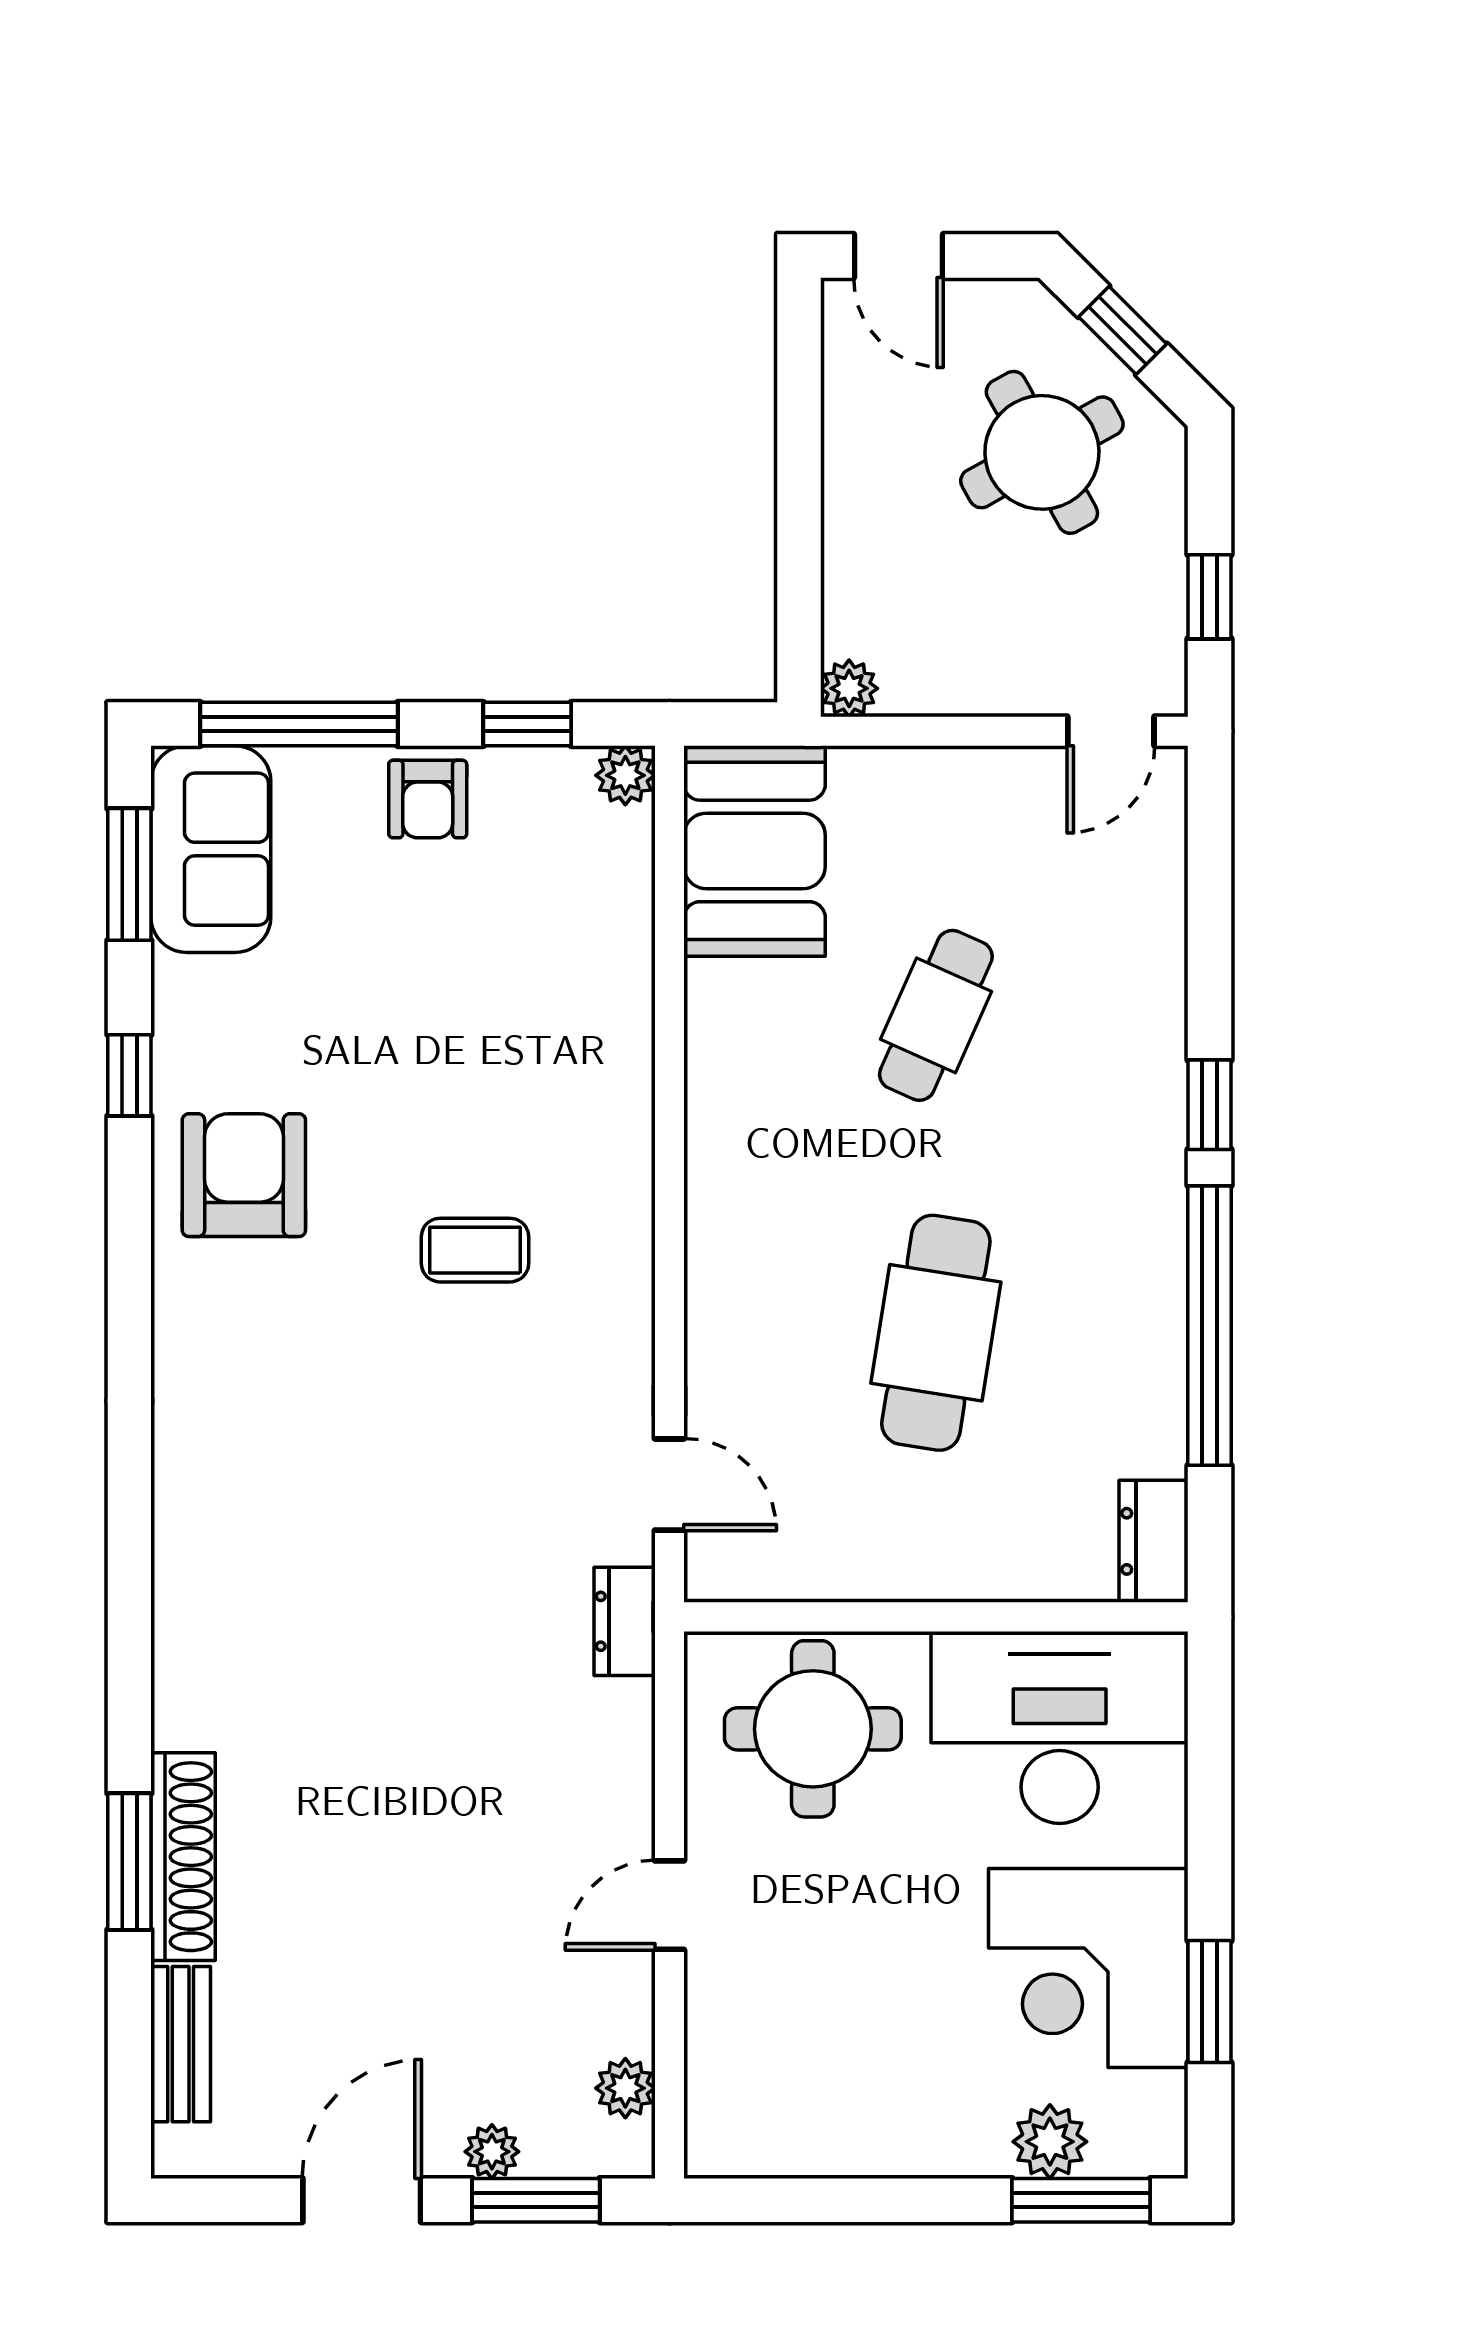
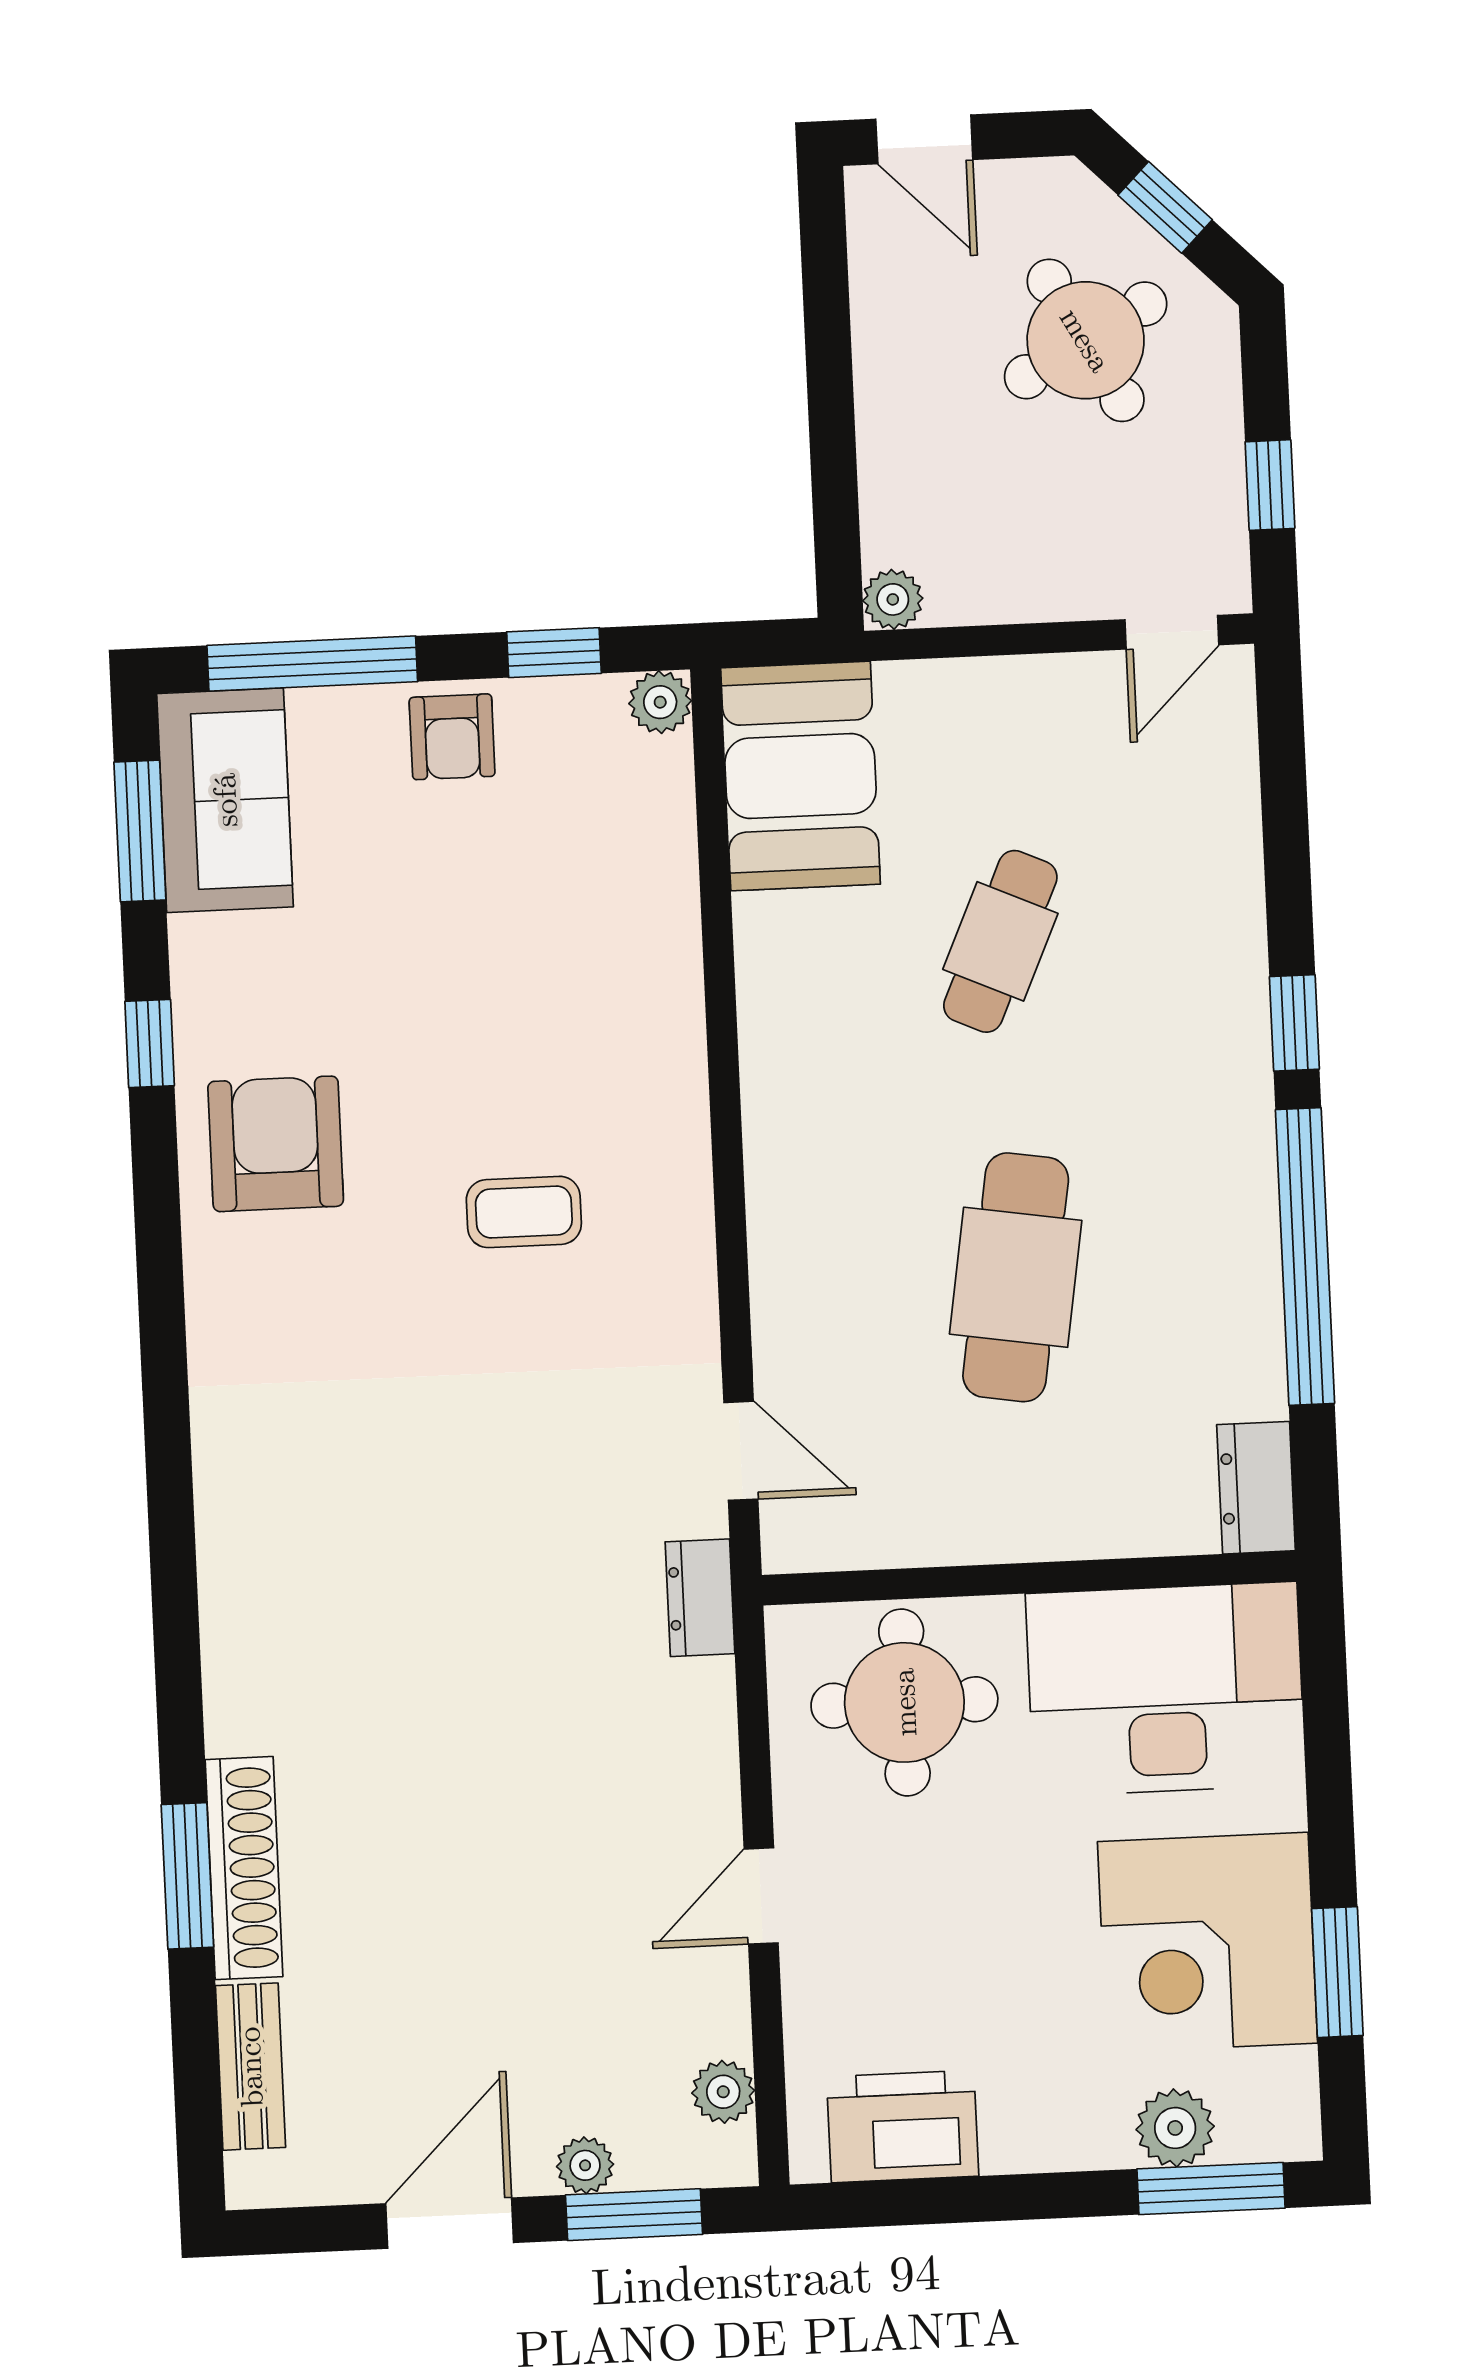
printer: (793, 2129) -> (903, 2126), added

